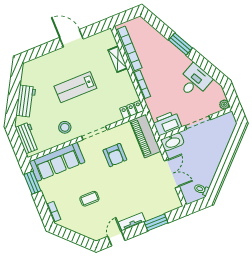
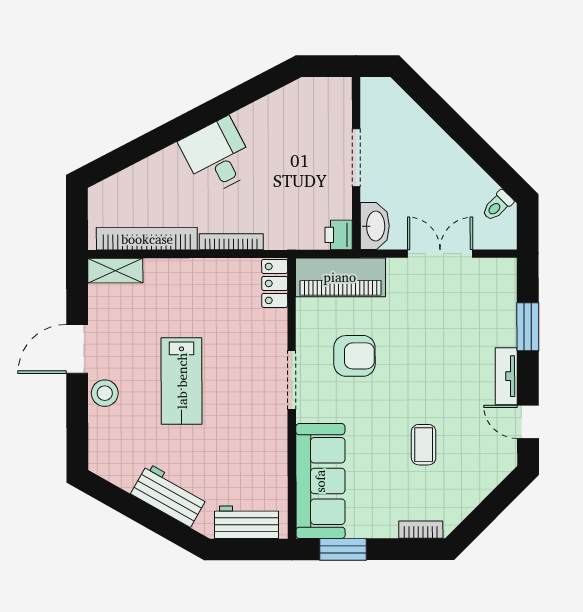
window: (180, 44) -> (179, 128), removed
shelving: (118, 59) -> (115, 271), moved
desk: (194, 81) -> (218, 156), moved
plant: (224, 105) -> (341, 88), removed
printer: (167, 123) -> (339, 235), width x0.53, depth x0.68
stool: (65, 127) -> (105, 393), moved

